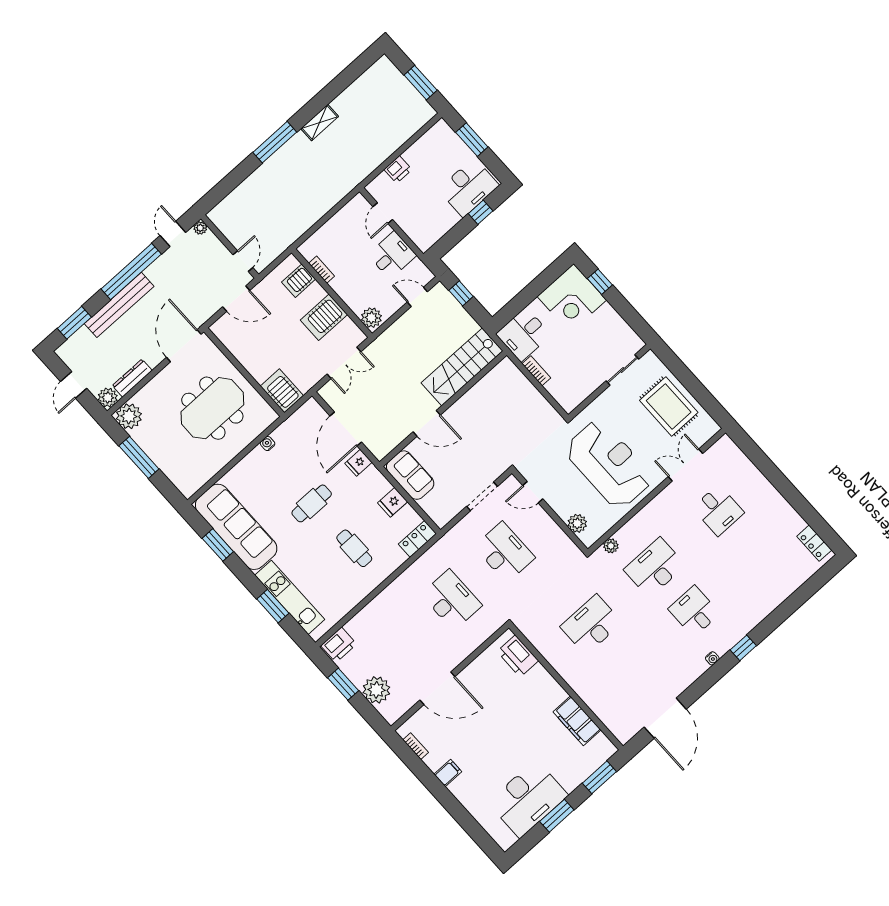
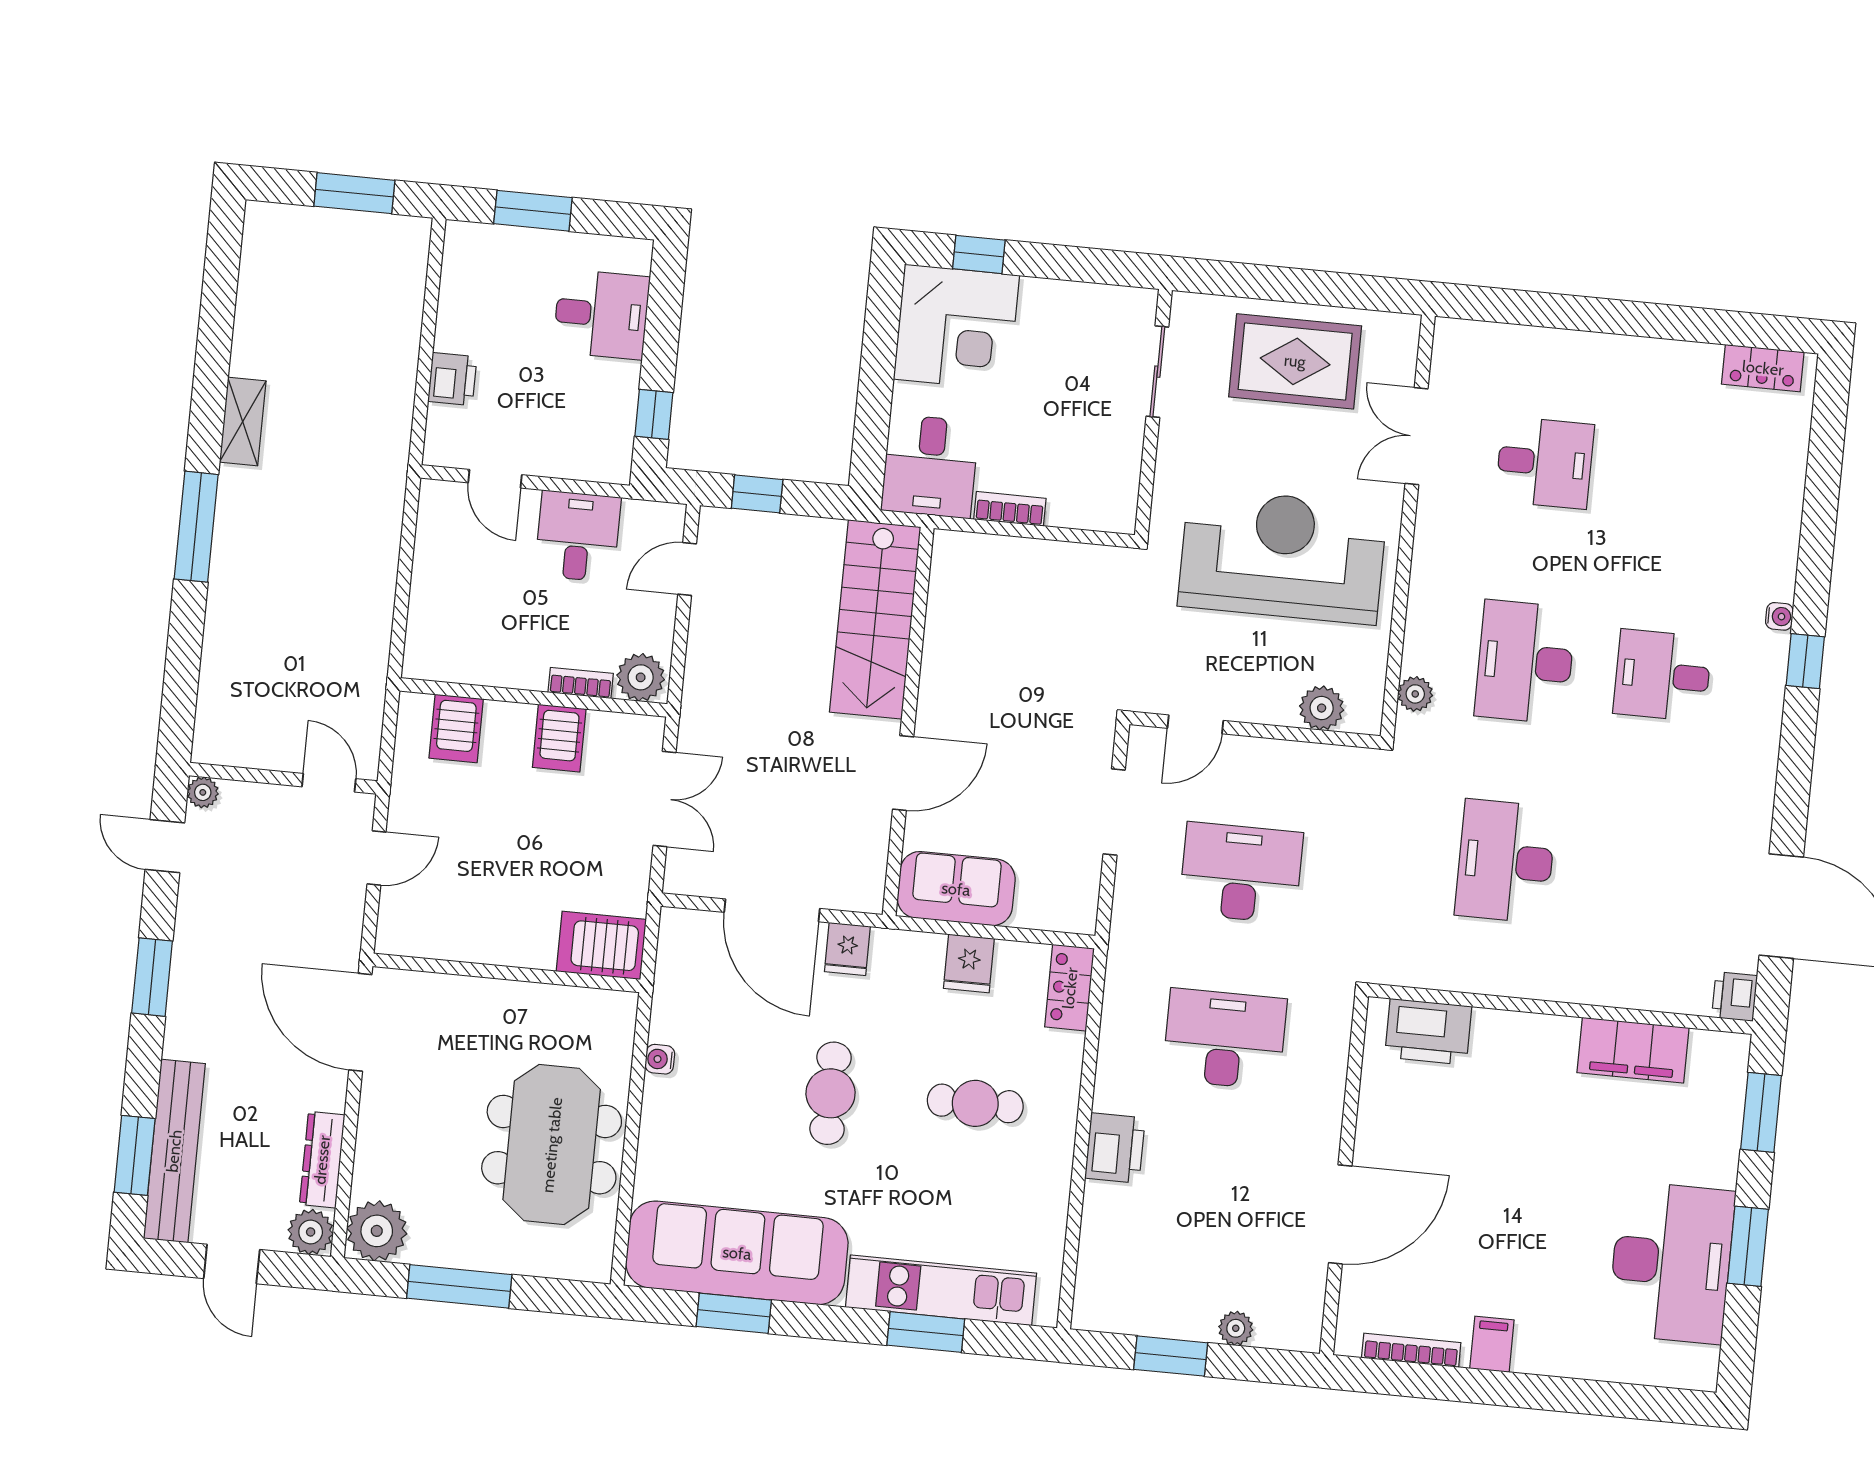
desk: (469, 187) -> (601, 314), width x0.73
window: (481, 212) -> (654, 414), moved
bookcase: (322, 270) -> (581, 683), moved
window: (131, 271) -> (152, 977), width x0.47
door: (236, 299) -> (377, 858), width x0.73
bench: (119, 305) -> (174, 1151), moved
server rack: (324, 317) -> (559, 738), width x0.73, depth x0.70
meeting table: (212, 408) -> (552, 1145), moved
printer: (339, 645) -> (1115, 1148), moved
water cooler: (712, 658) -> (1779, 616), moved
plant: (376, 690) -> (1236, 1328), width x0.53, depth x0.53
printer: (624, 733) -> (1735, 996), added
bookcase: (416, 746) -> (1411, 1350), width x1.56

